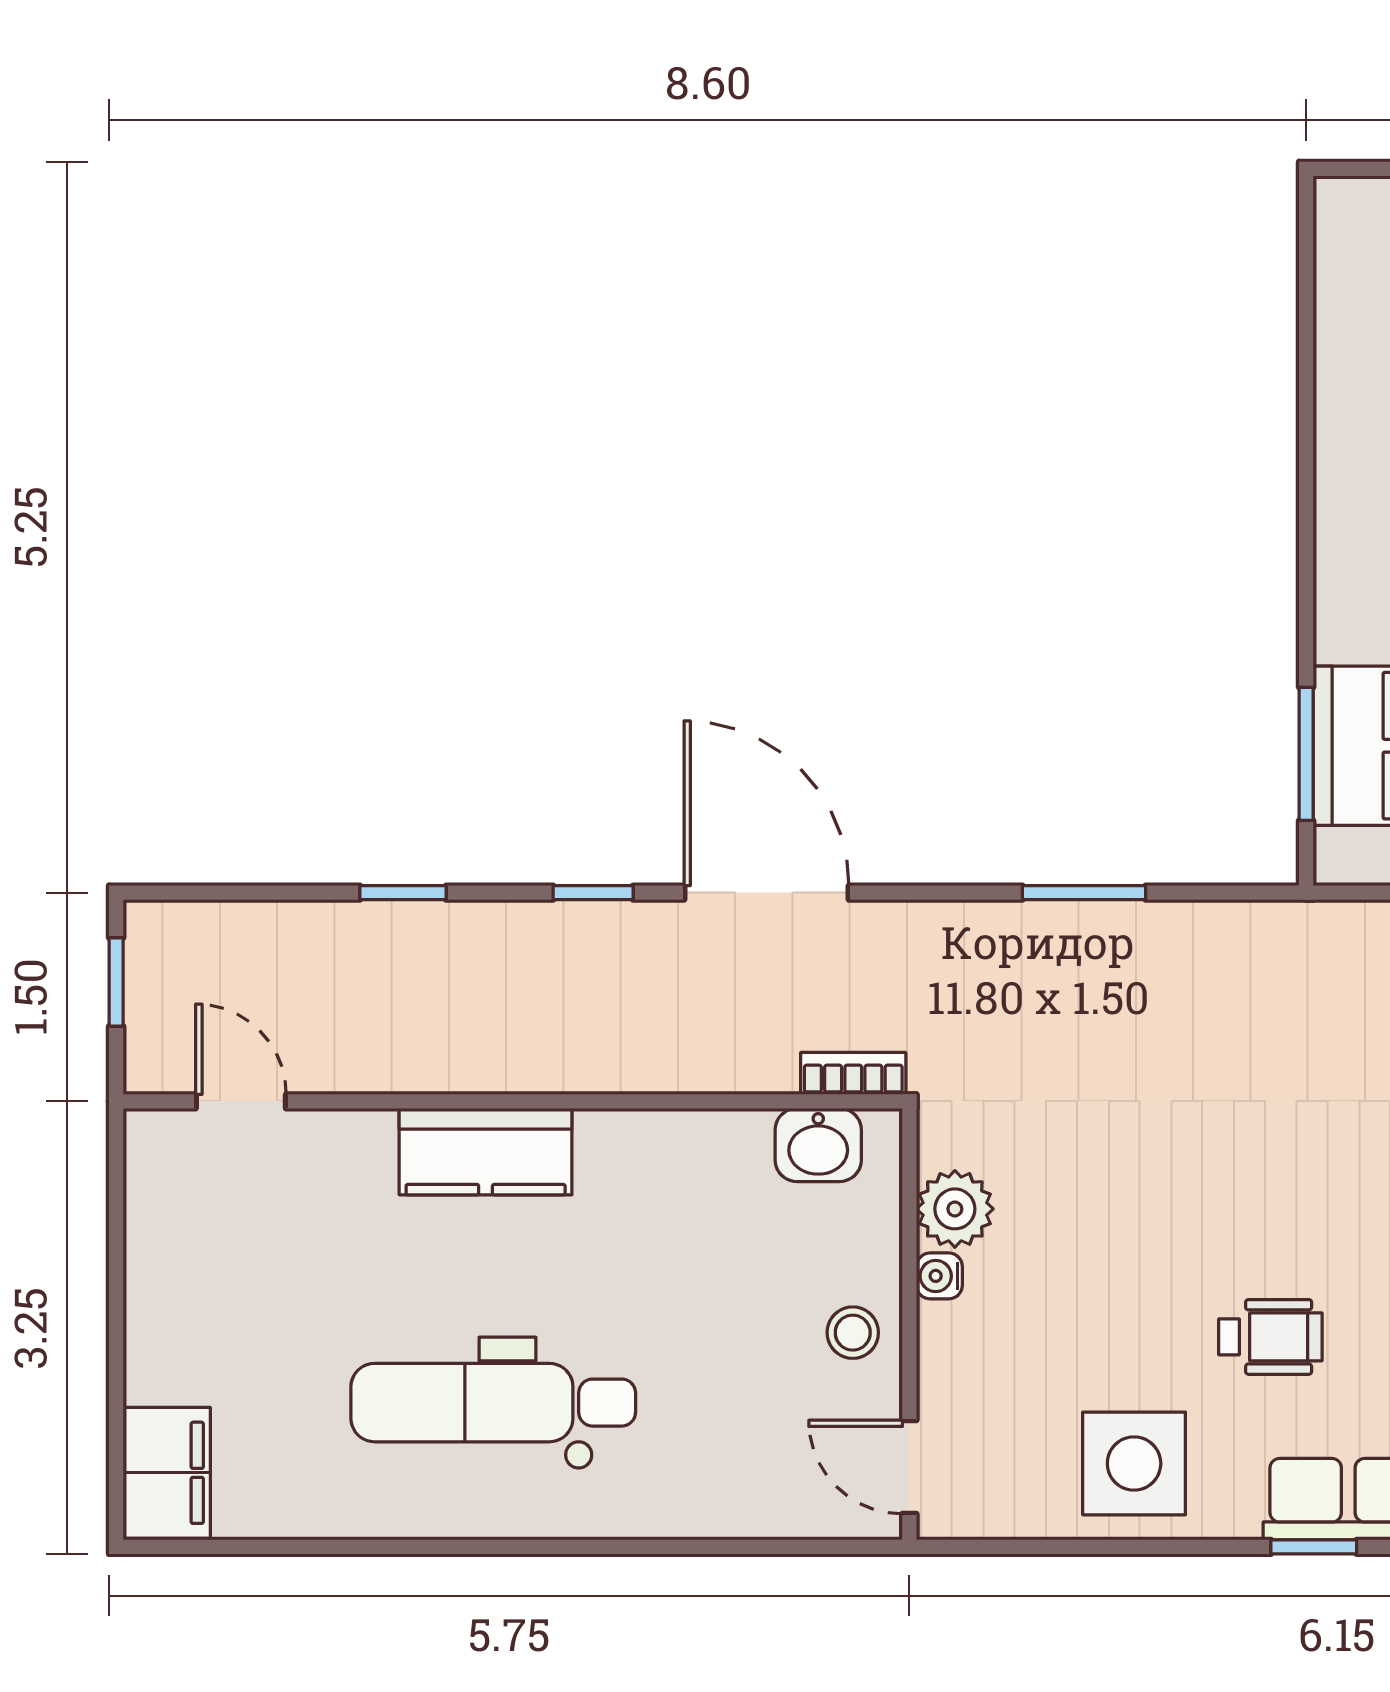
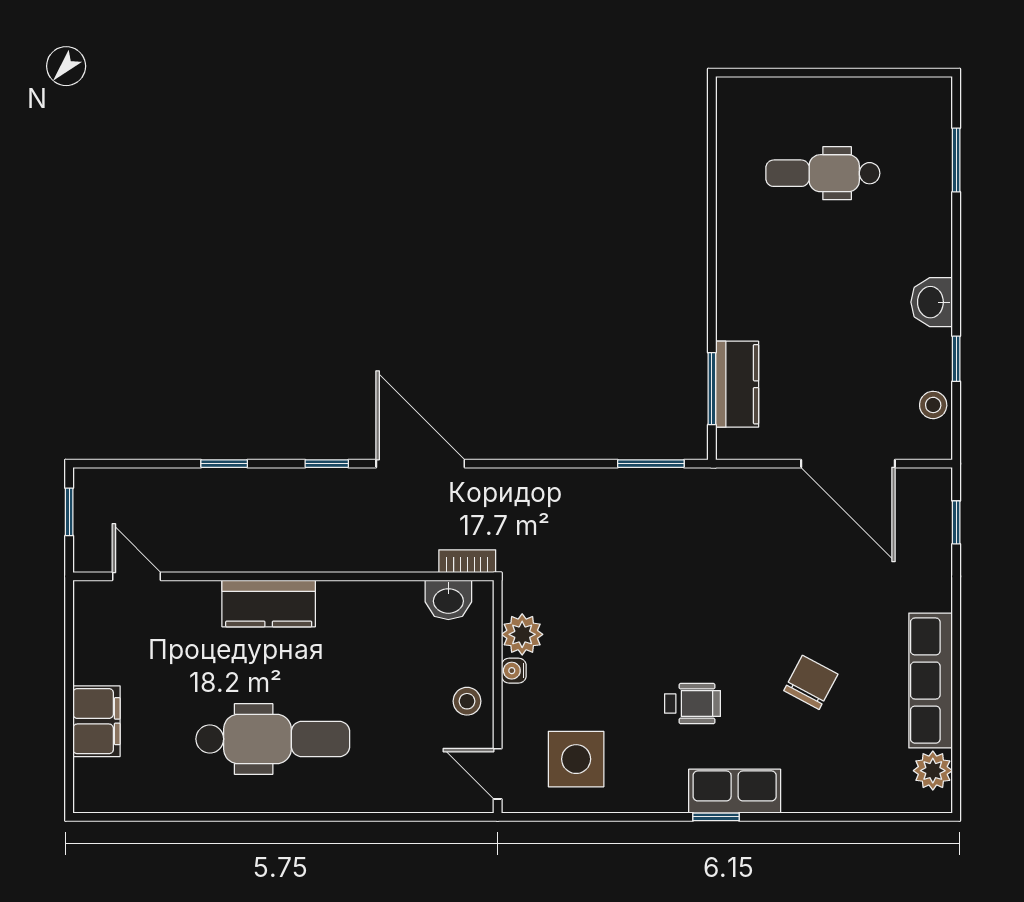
window: (1084, 893) -> (651, 464), moved
dental chair: (493, 1403) -> (273, 739), turned 180
side table: (1134, 1463) -> (576, 759), moved
filing cabinet: (167, 1473) -> (96, 721), moved

